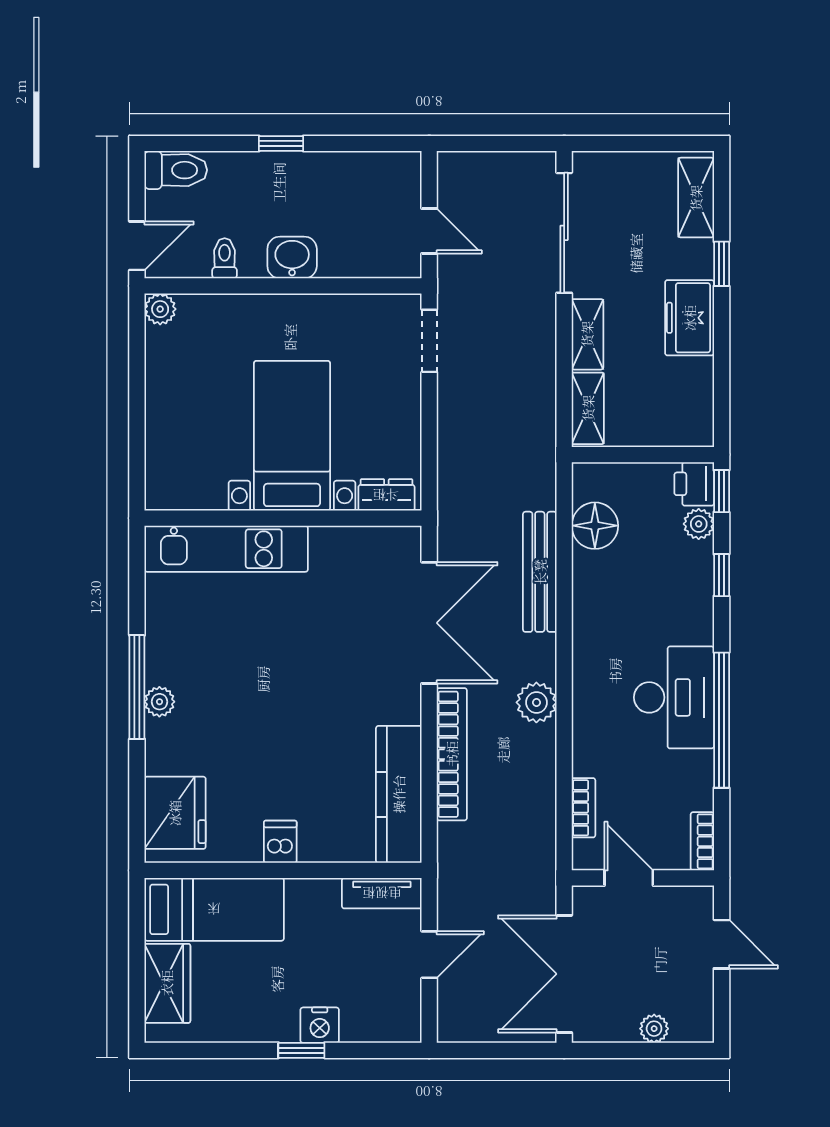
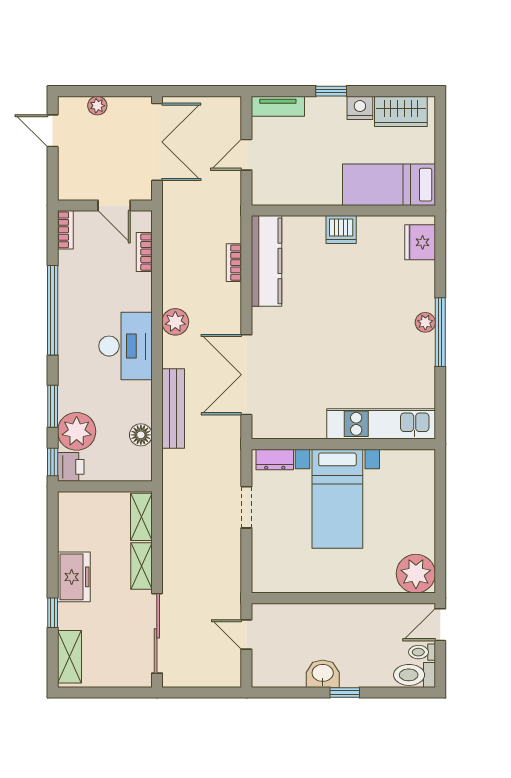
washbasin: (292, 257) -> (323, 674), moved, turned 180
toilet: (225, 258) -> (422, 652), moved, turned 90
plant: (160, 309) -> (416, 574), width x1.87, depth x1.87
doorway: (429, 341) -> (246, 507), moved
plant: (699, 524) -> (77, 431), width x1.88, depth x1.88
floor lamp: (595, 526) -> (141, 435), width x0.73, depth x0.73
window: (722, 575) -> (53, 406), width x1.50
desk: (674, 697) -> (125, 346), moved, turned 180
bookcase: (452, 754) -> (234, 263), width x0.43, depth x0.76
fridge: (175, 813) -> (420, 242), width x0.73, depth x0.75
dishwasher: (280, 842) -> (341, 229), width x1.38
tv unit: (382, 893) -> (278, 106), moved, turned 180
door: (722, 944) -> (53, 131), moved
wardrobe: (167, 983) -> (401, 111), moved, turned -90
nightstand: (320, 1025) -> (360, 108), moved

